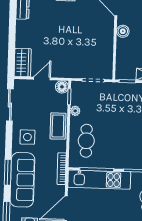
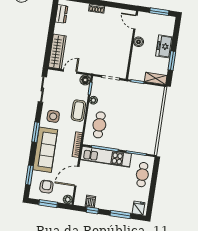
wardrobe: (23, 63) -> (57, 52), width x1.50
window: (8, 172) -> (36, 132), moved

